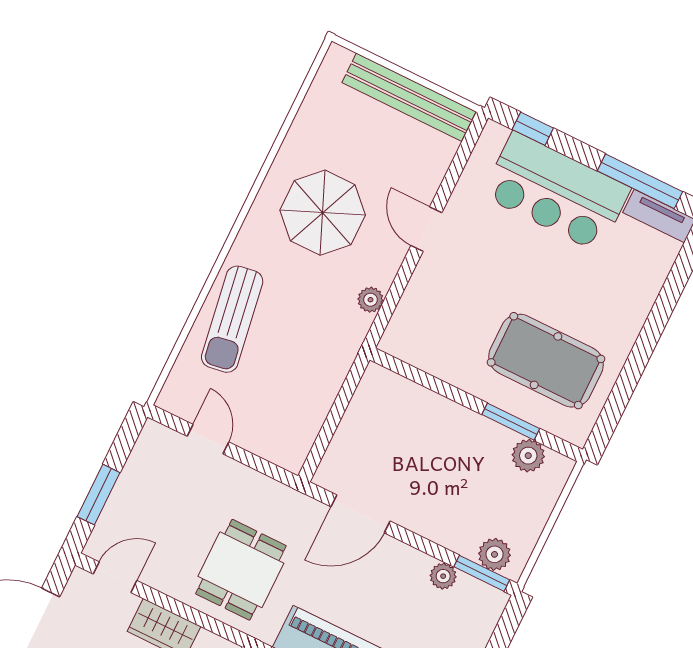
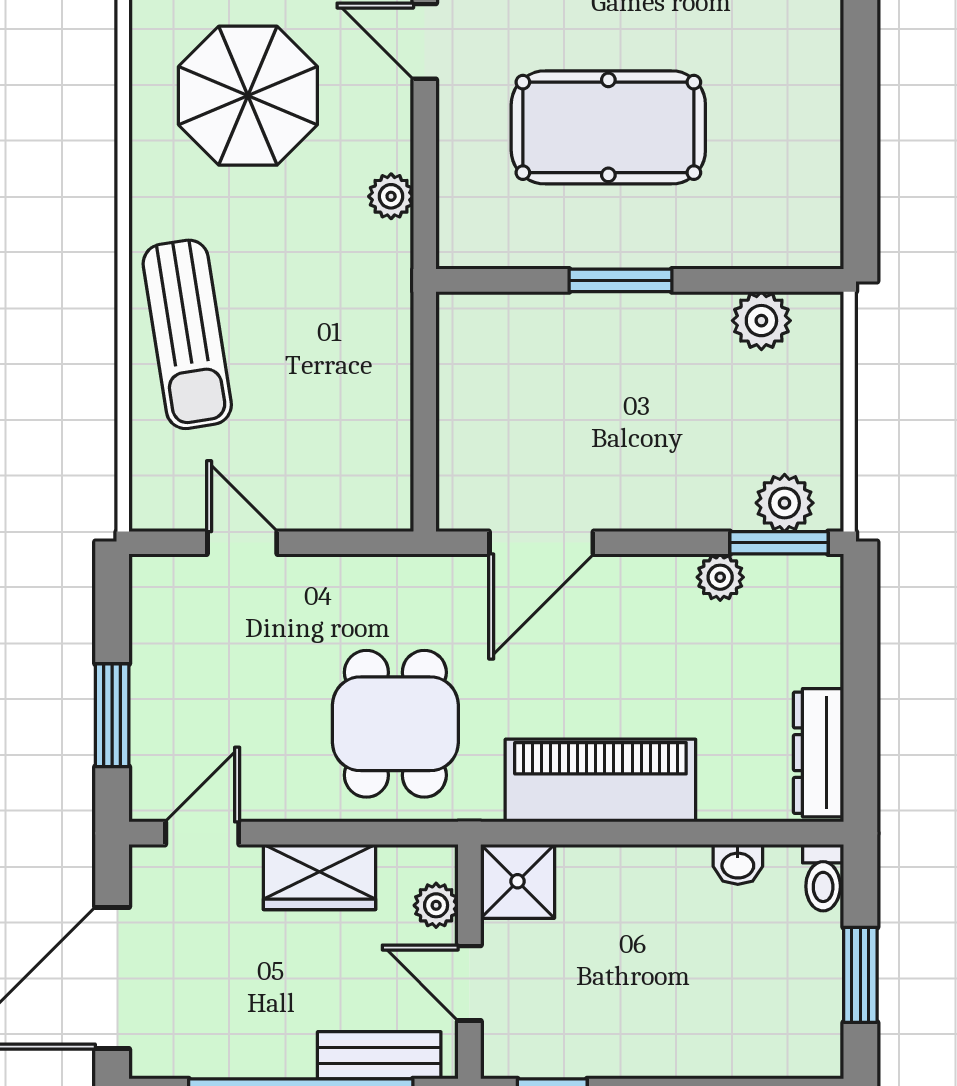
pool table: (546, 361) -> (608, 127), moved
window: (511, 422) -> (621, 280), moved

